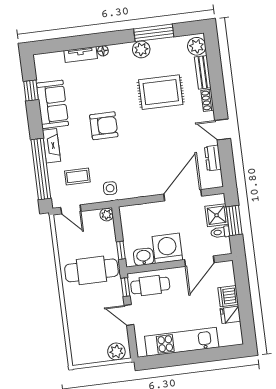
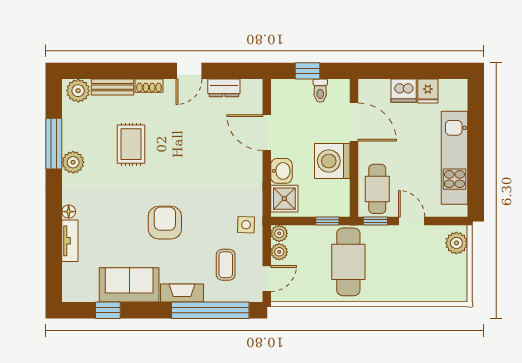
rug: (161, 92) -> (131, 144), width x0.73, depth x0.70
door: (183, 195) -> (267, 133), width x0.73
shower: (217, 215) -> (284, 199), moved
plant: (92, 216) -> (279, 252), added
window: (234, 221) -> (308, 71), width x0.67
washbasin: (144, 257) -> (281, 171), moved, turned 180
door: (129, 315) -> (412, 221), swing flipped

